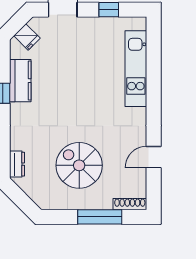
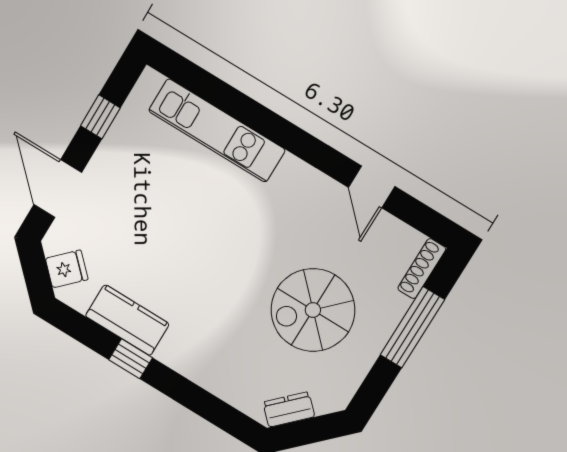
dresser: (17, 164) -> (289, 409), moved, turned -45

